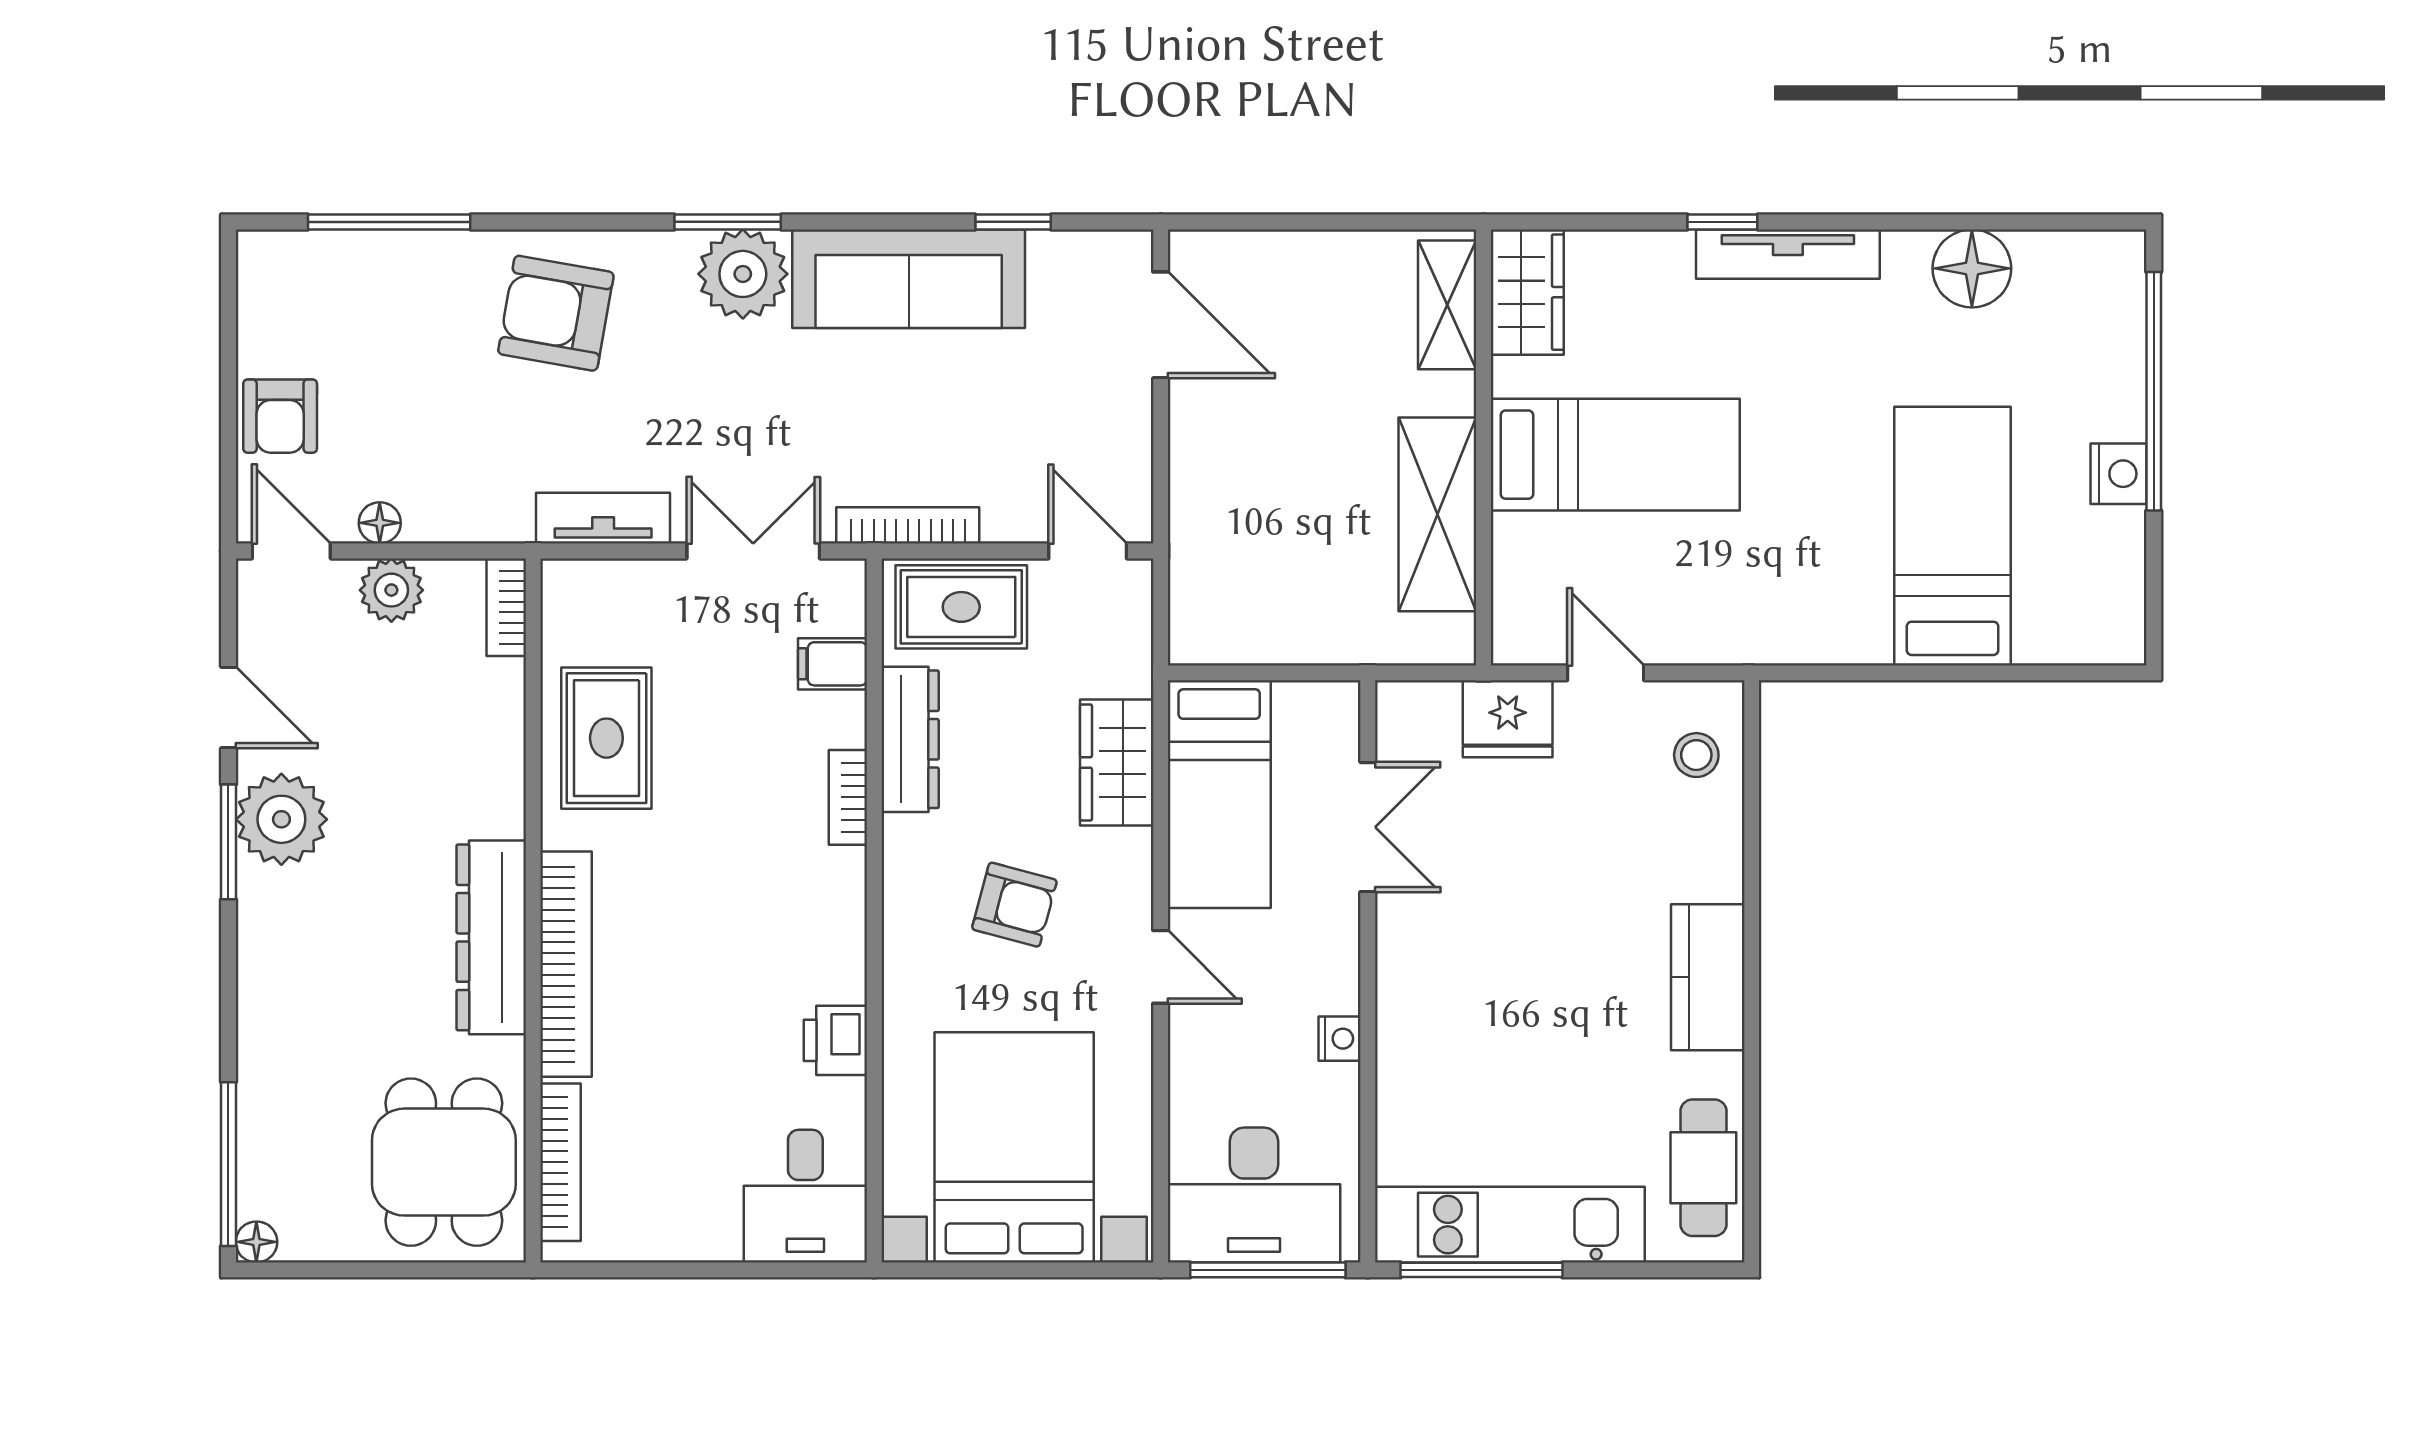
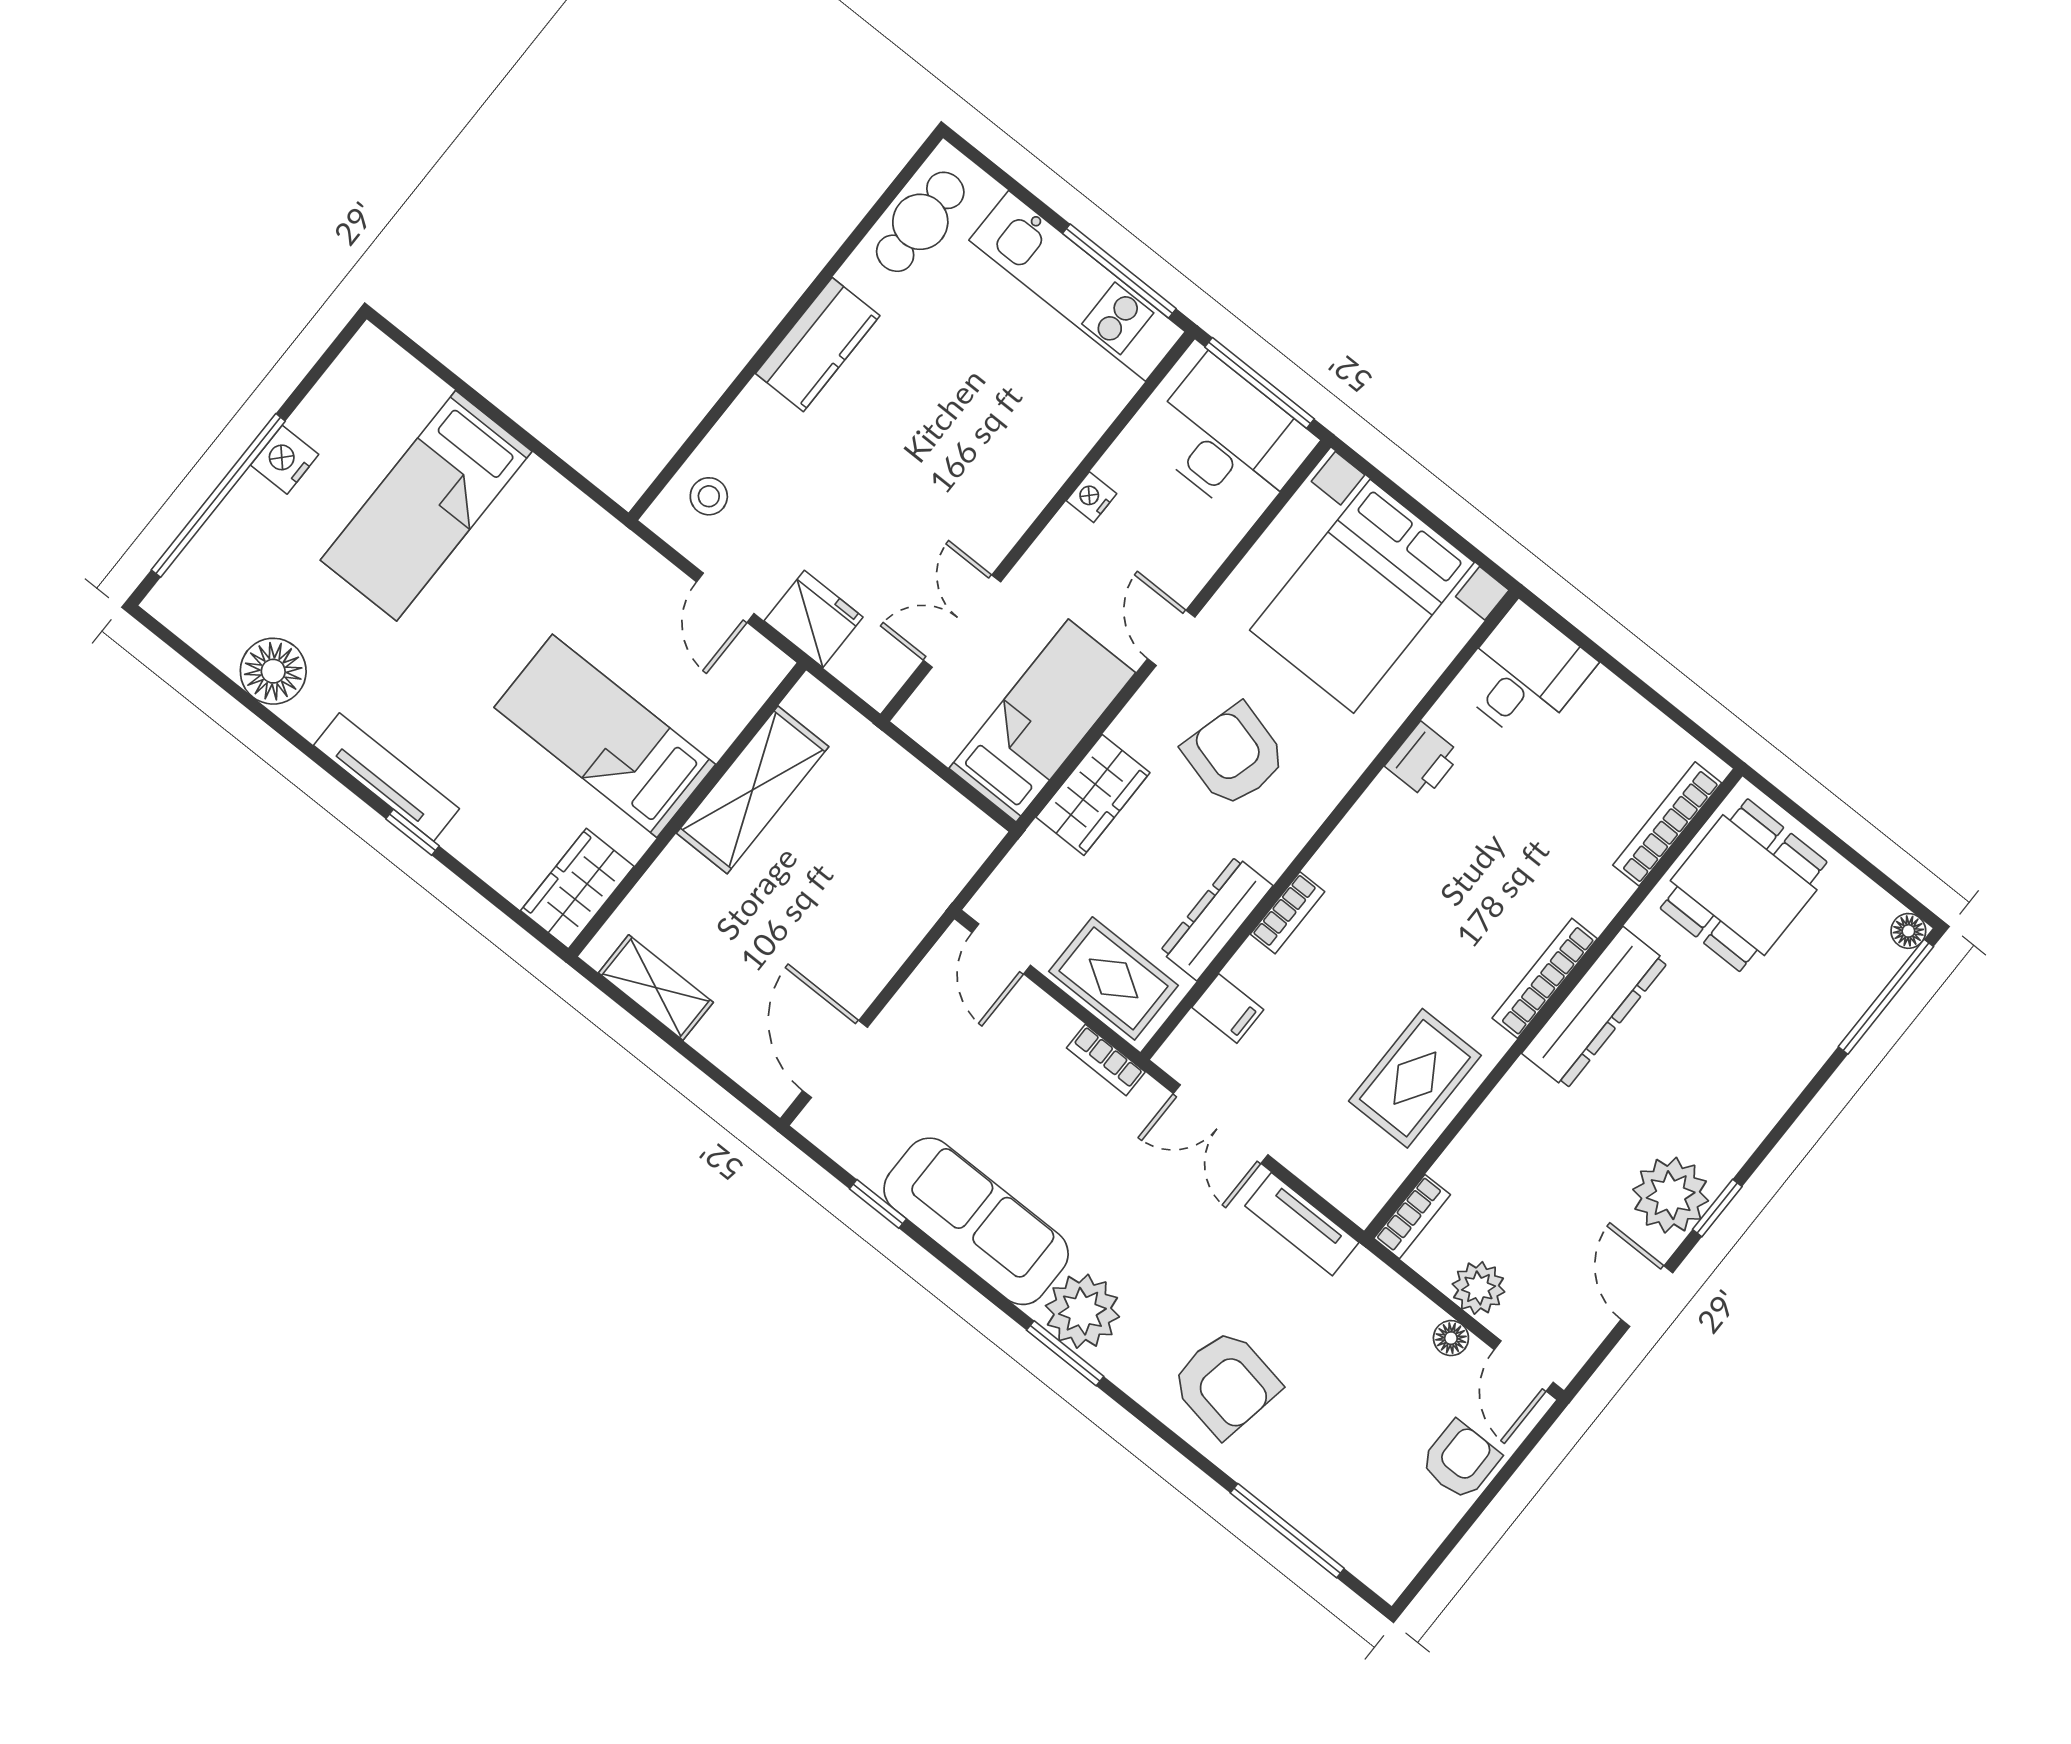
shelving: (1447, 305) -> (656, 988), moved, turned 90
bookcase: (908, 525) -> (1106, 1060), width x0.64
window: (228, 842) -> (1717, 1208), width x0.67
armchair: (1014, 905) -> (1234, 755), width x1.38, depth x1.38
bookcase: (566, 964) -> (1545, 978), width x0.68, depth x0.76

